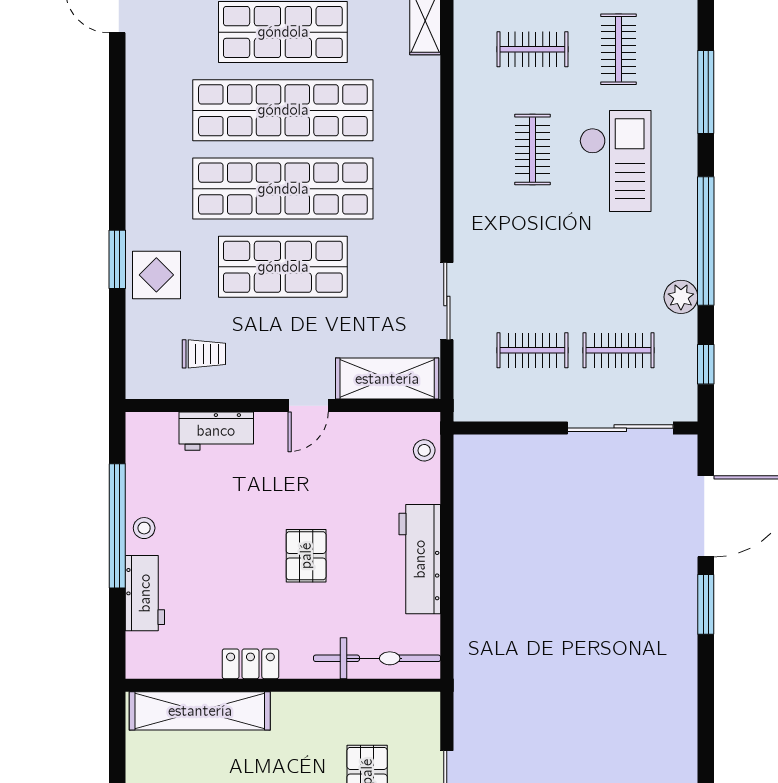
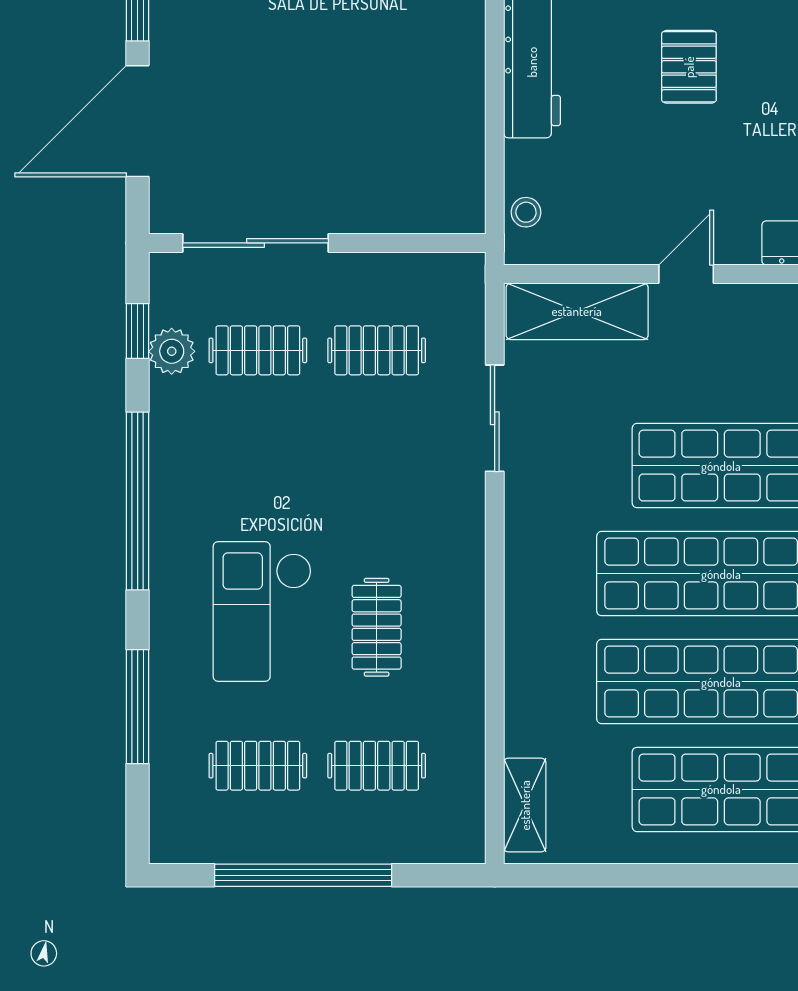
clothes rail: (619, 49) -> (258, 766), turned 90
plant: (681, 297) -> (172, 351), moved

